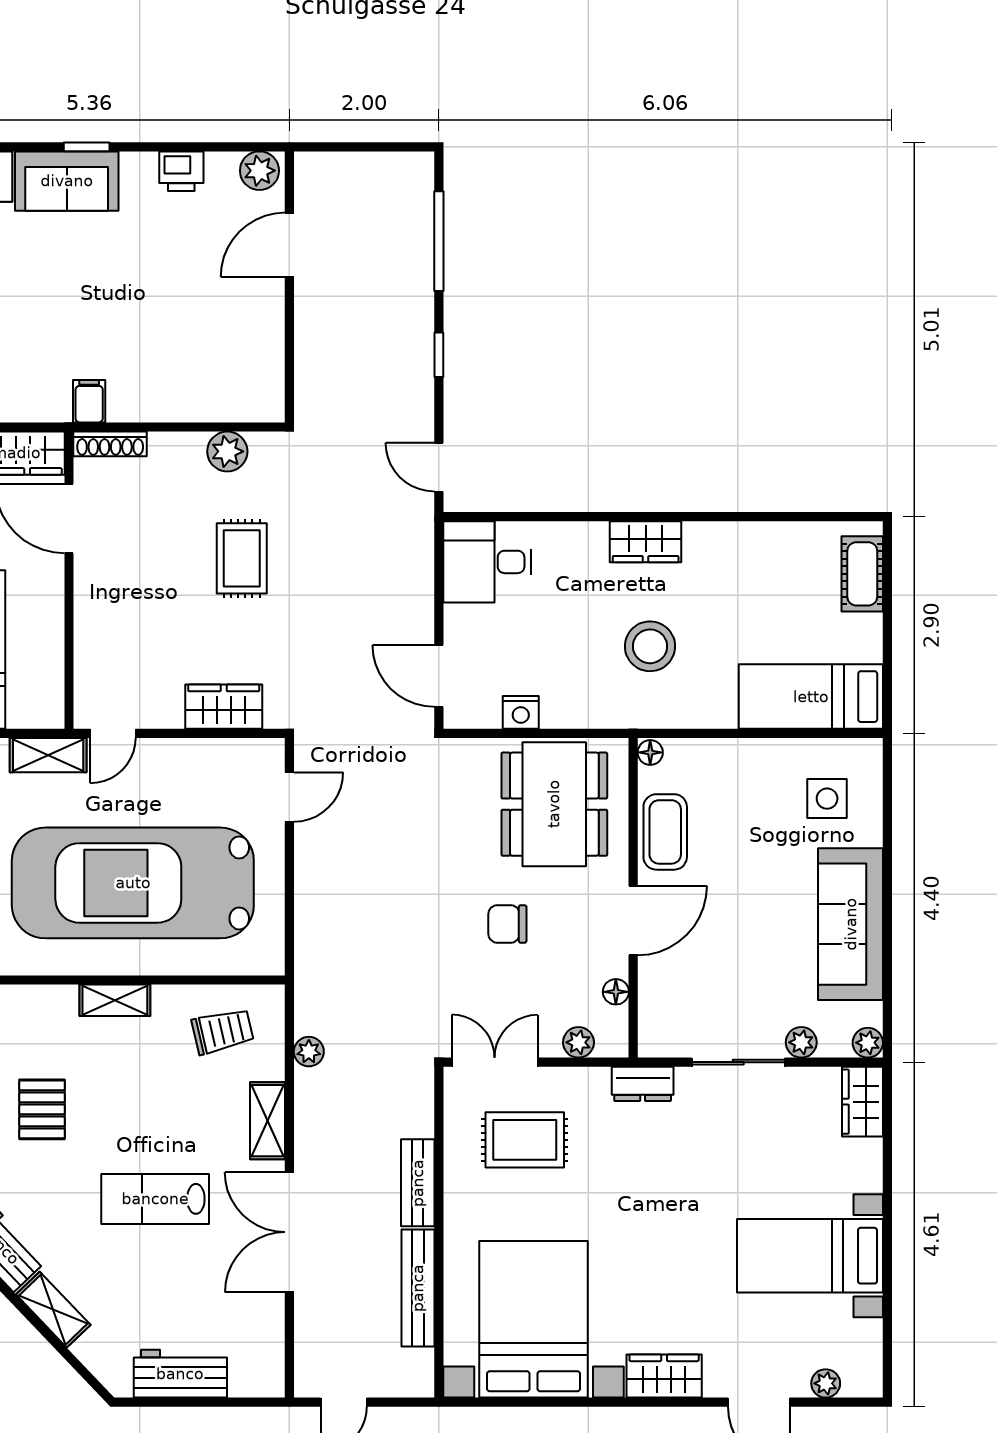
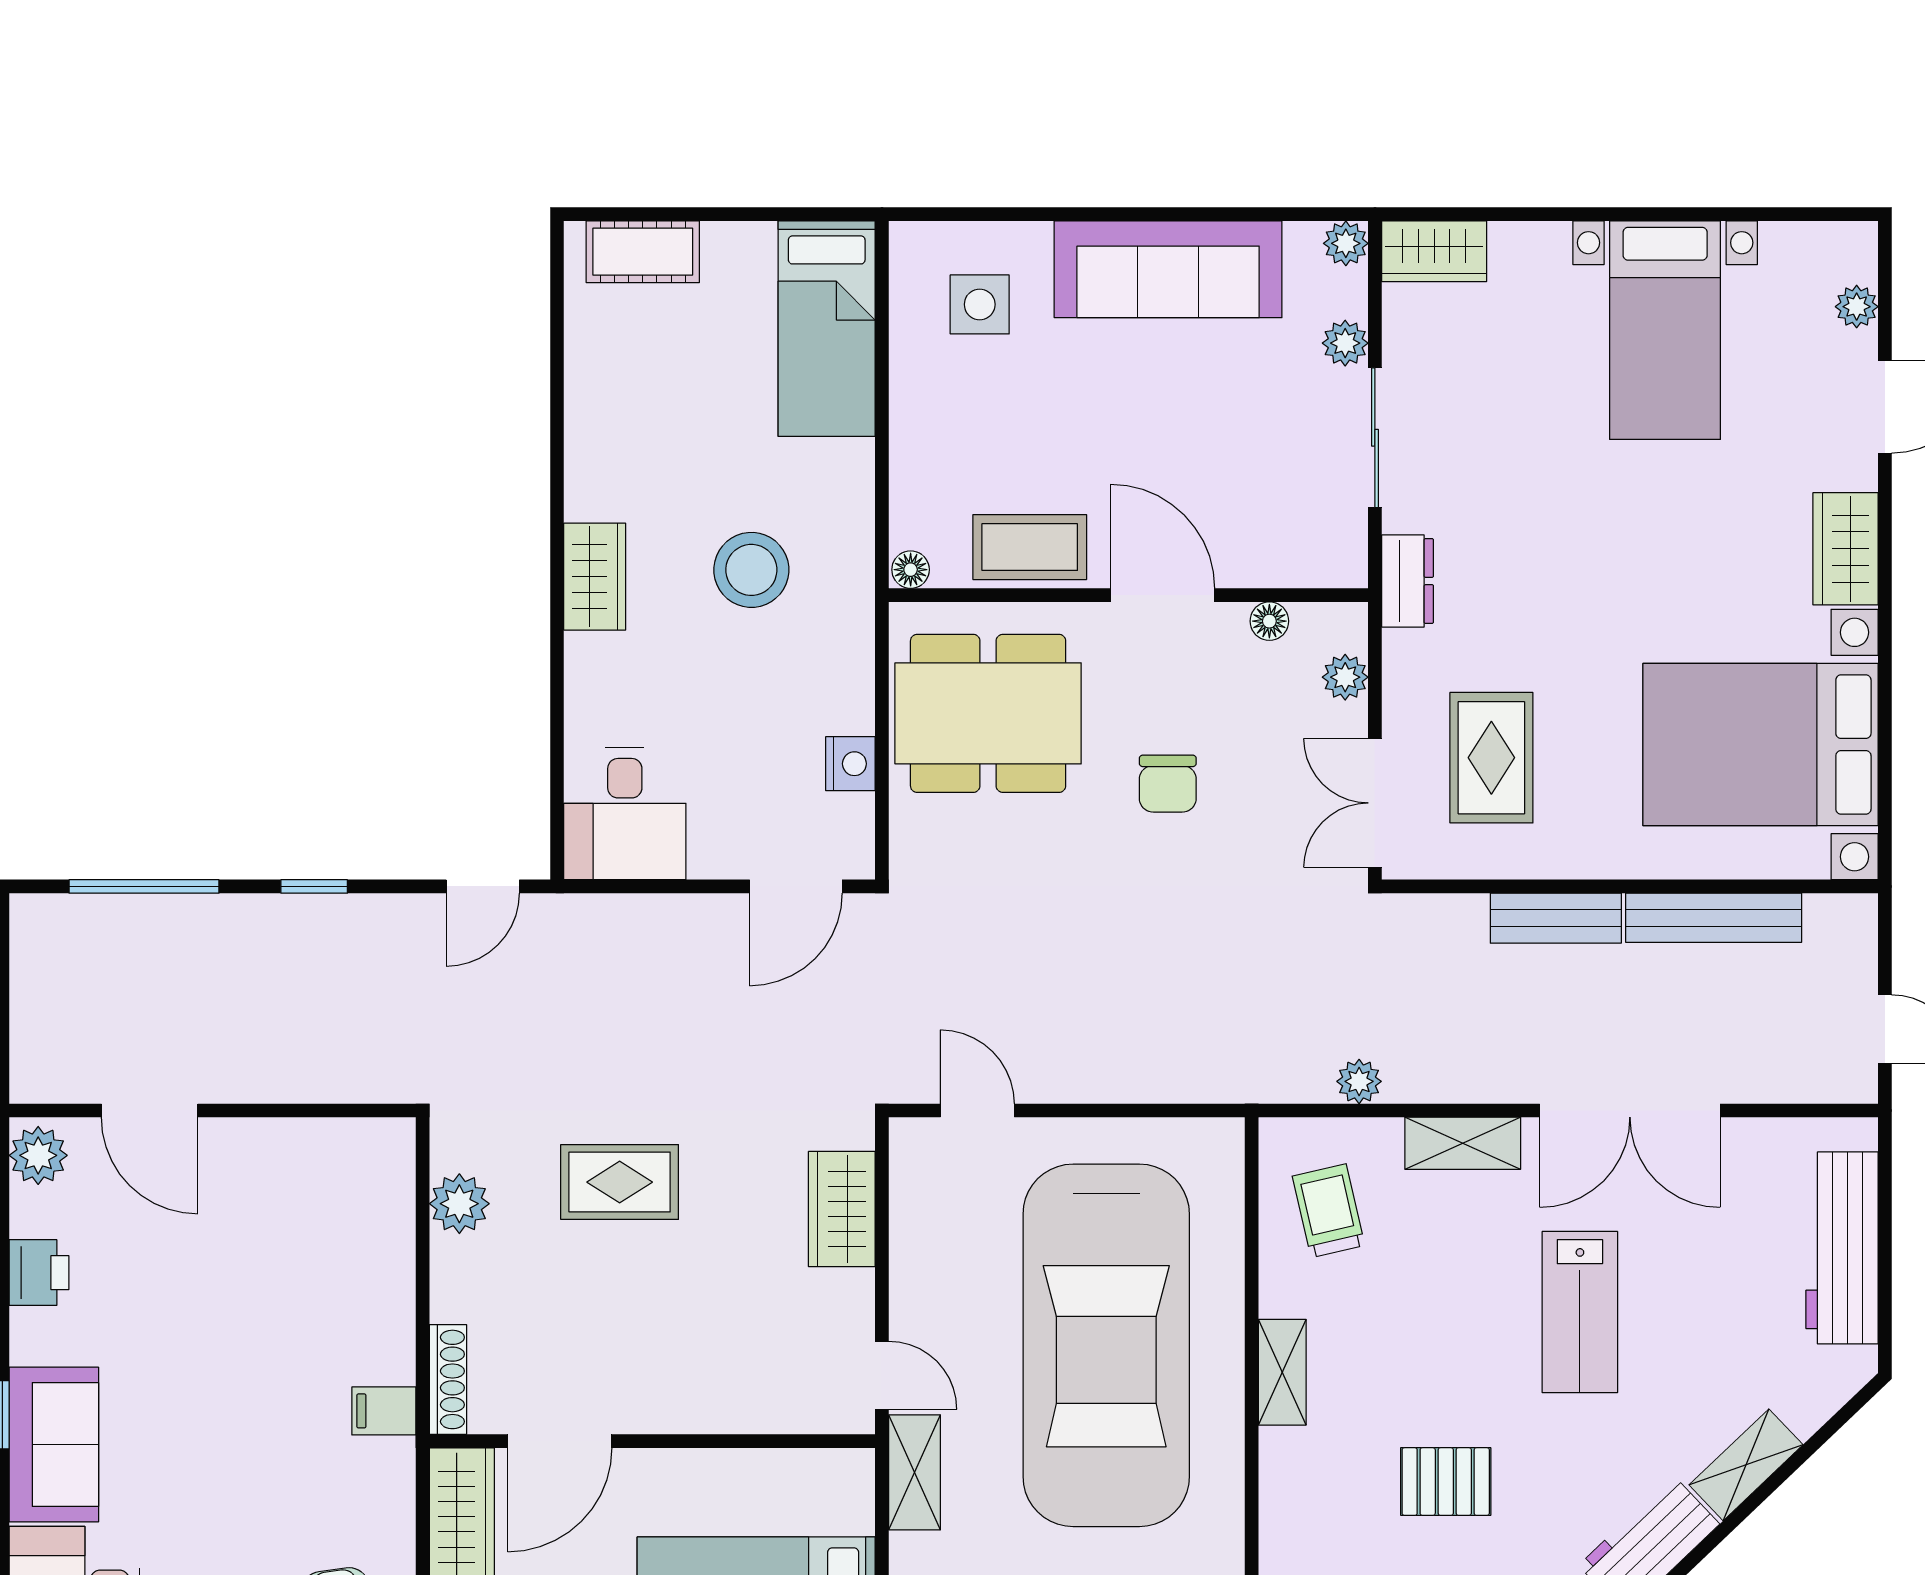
workbench: (180, 1374) -> (1842, 1248), width x1.38

